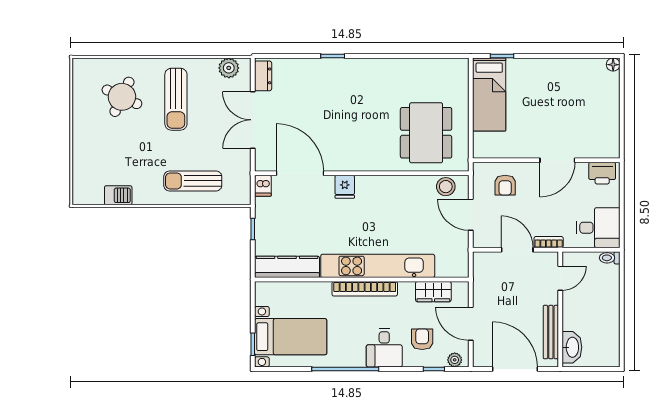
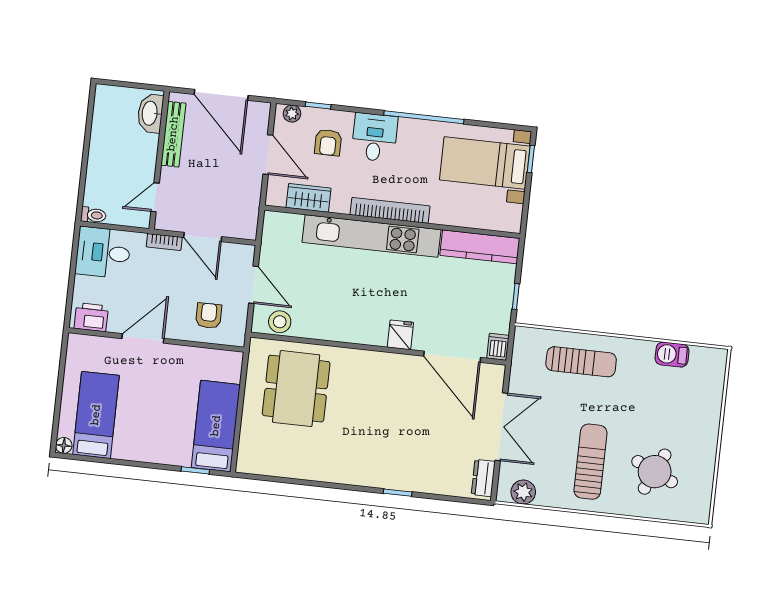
bed: (589, 93) -> (96, 415), added

